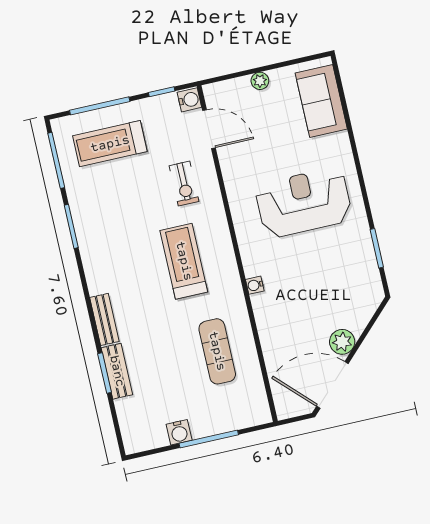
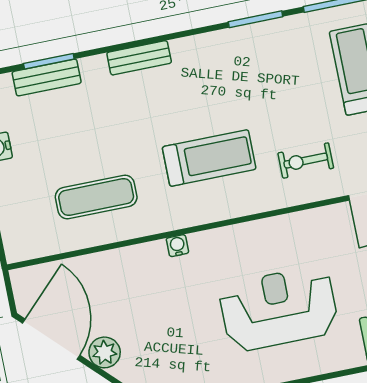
reception desk: (304, 202) -> (279, 309), turned -90
bench: (117, 371) -> (47, 78), moved
window: (105, 373) -> (49, 61), moved

